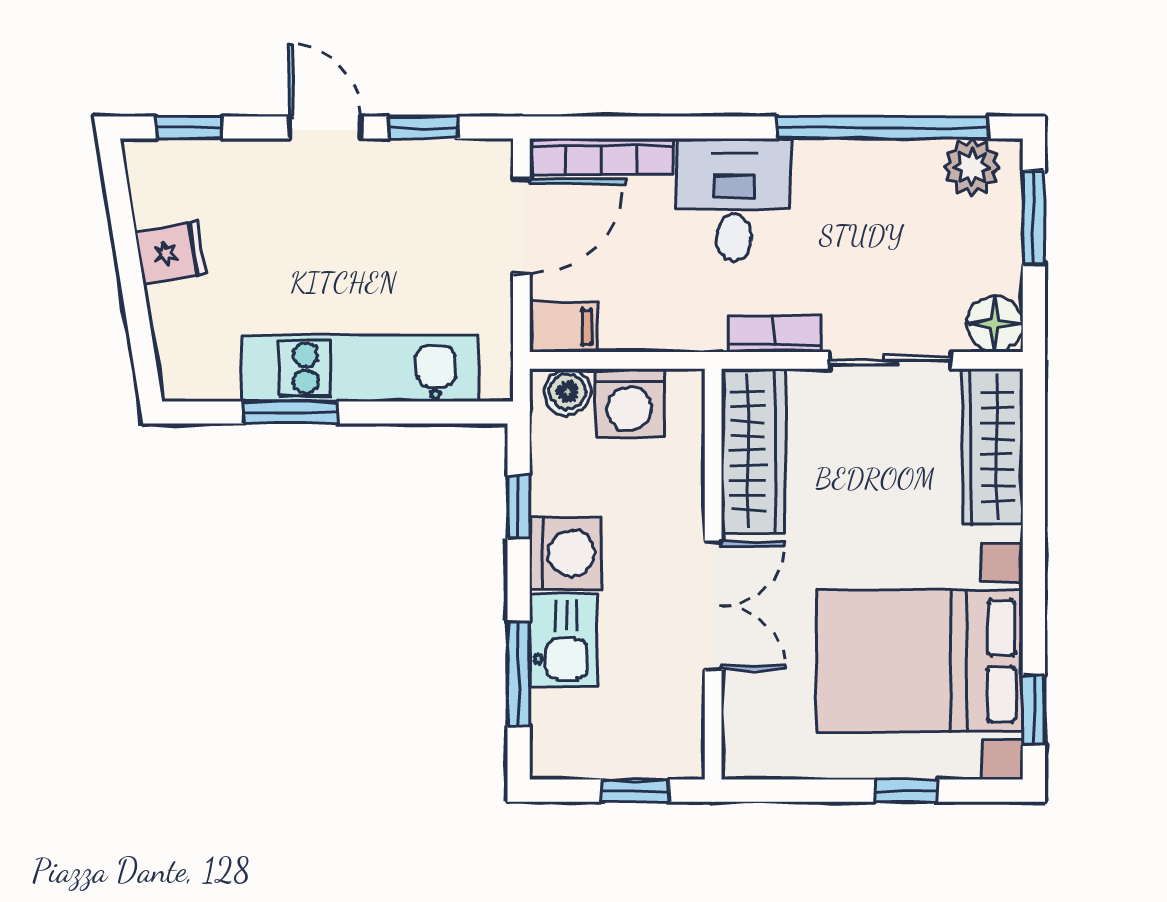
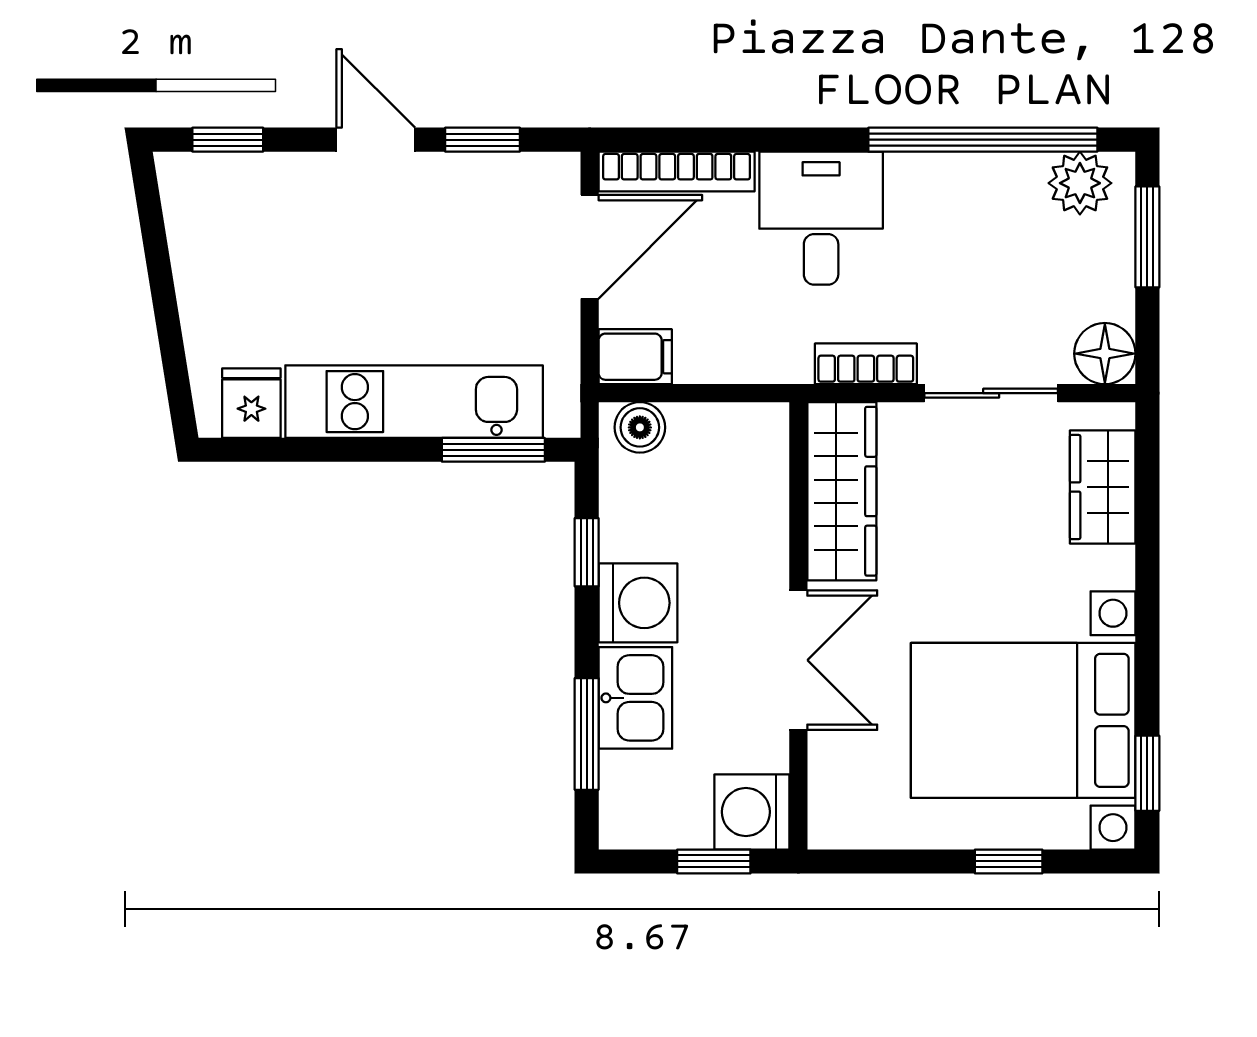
fridge: (171, 253) -> (251, 403), moved, turned -81
washing machine: (630, 403) -> (752, 812), moved, turned 90
window: (291, 413) -> (493, 450), moved
wardrobe: (993, 447) -> (1103, 487), width x0.67

